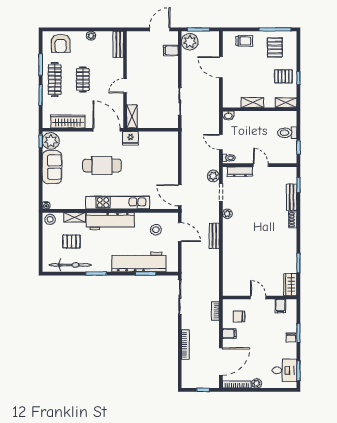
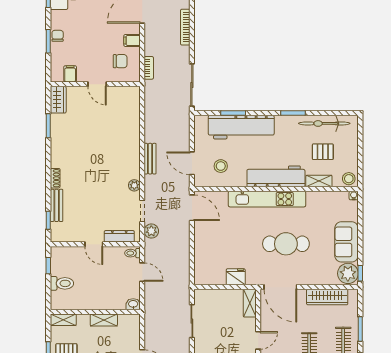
fridge: (130, 138) -> (236, 277), moved

